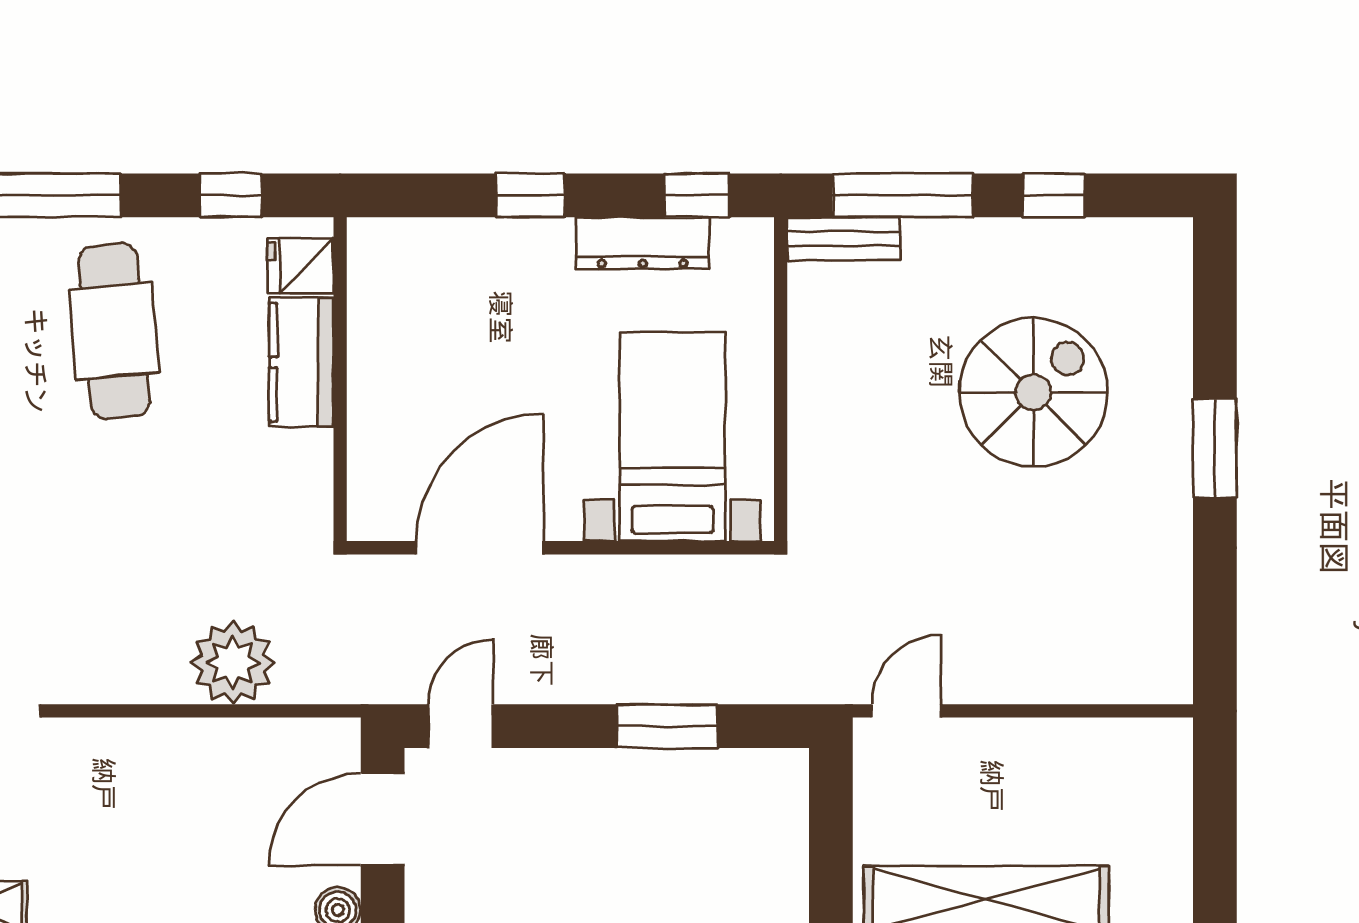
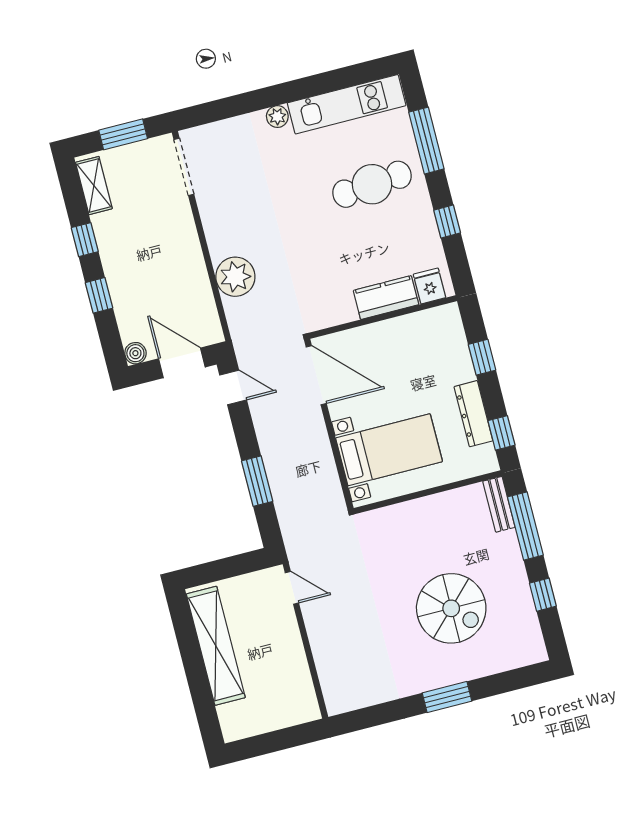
fridge: (301, 266) -> (429, 286), moved
kitchen counter: (301, 362) -> (386, 298), moved
wall: (340, 379) -> (383, 317), moved

